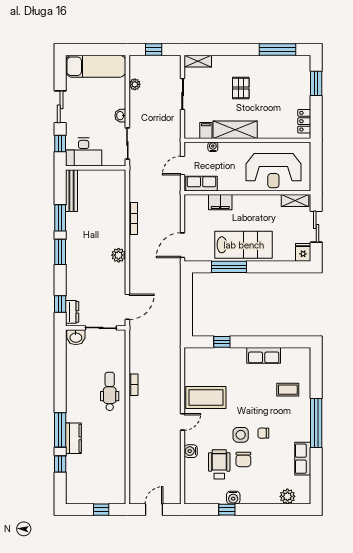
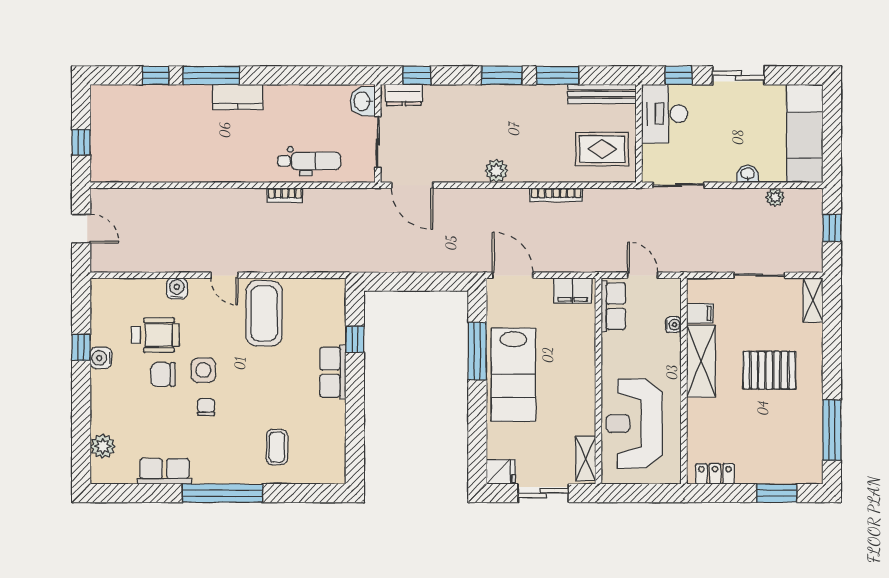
pallet: (241, 88) -> (769, 370), width x1.50, depth x1.42
washbasin: (120, 116) -> (748, 174), moved
rug: (105, 190) -> (602, 149), added
filing cabinet: (220, 202) -> (573, 291), moved, turned -90
row of seats: (264, 355) -> (333, 372), moved
dental chair: (110, 391) -> (309, 161), moved
kitchen counter: (73, 438) -> (238, 97), moved

